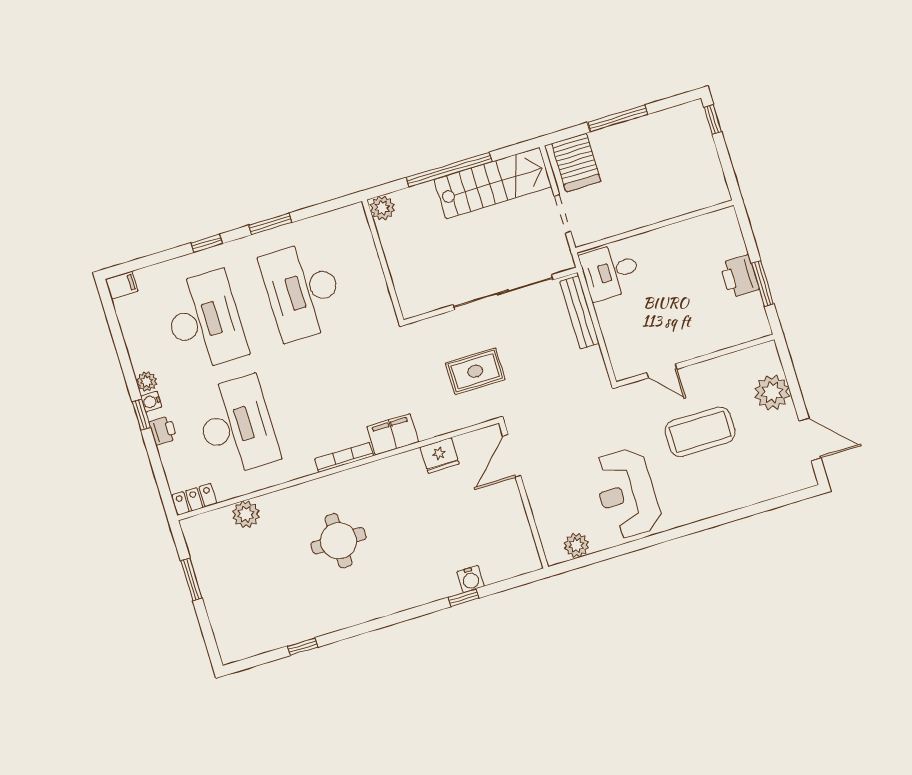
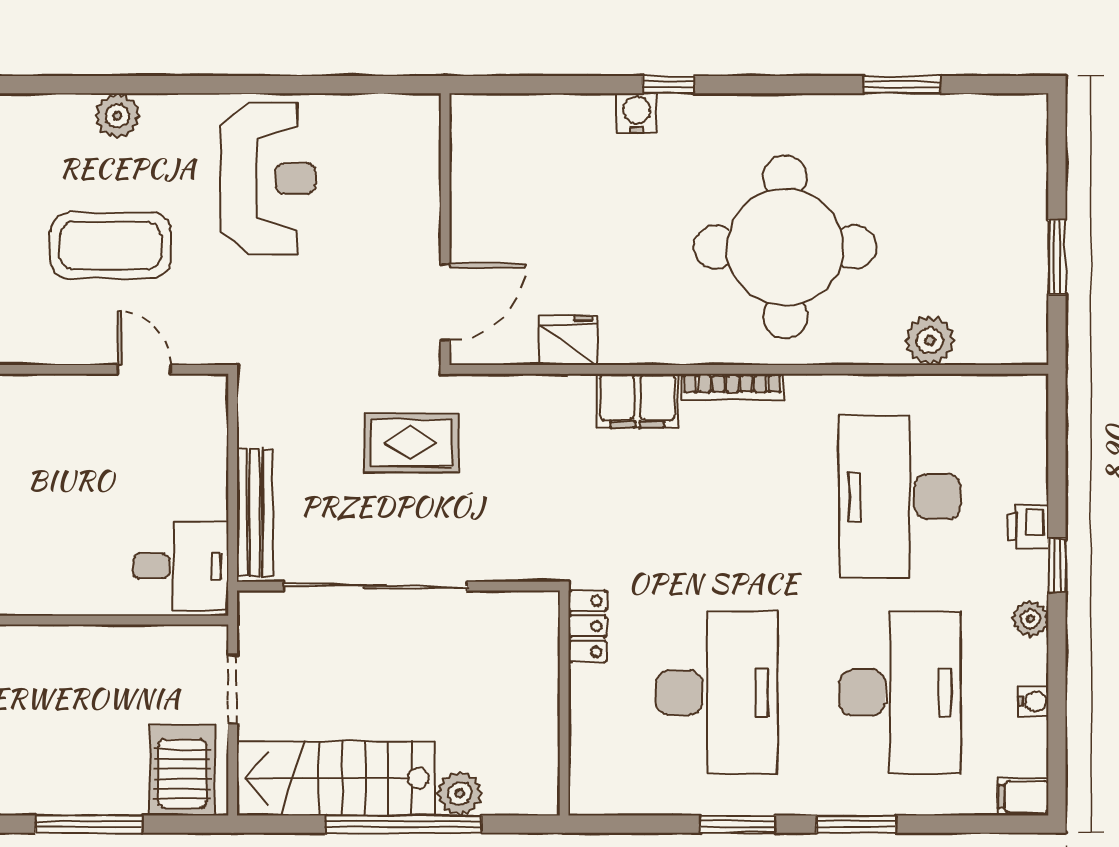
plant: (382, 208) -> (460, 793), moved
window: (207, 243) -> (856, 824), width x1.50
desk: (205, 321) -> (900, 693), turned 180
rug: (475, 371) -> (411, 443), moved
water cooler: (151, 402) -> (1033, 701), moved
locker: (194, 499) -> (588, 626), moved, turned -90
round table: (339, 541) -> (785, 247), width x1.86, depth x1.86
plant: (576, 545) -> (117, 116), moved
water cooler: (471, 579) -> (637, 113), moved
window: (464, 598) -> (668, 85), moved
window: (302, 647) -> (902, 85), width x1.50

